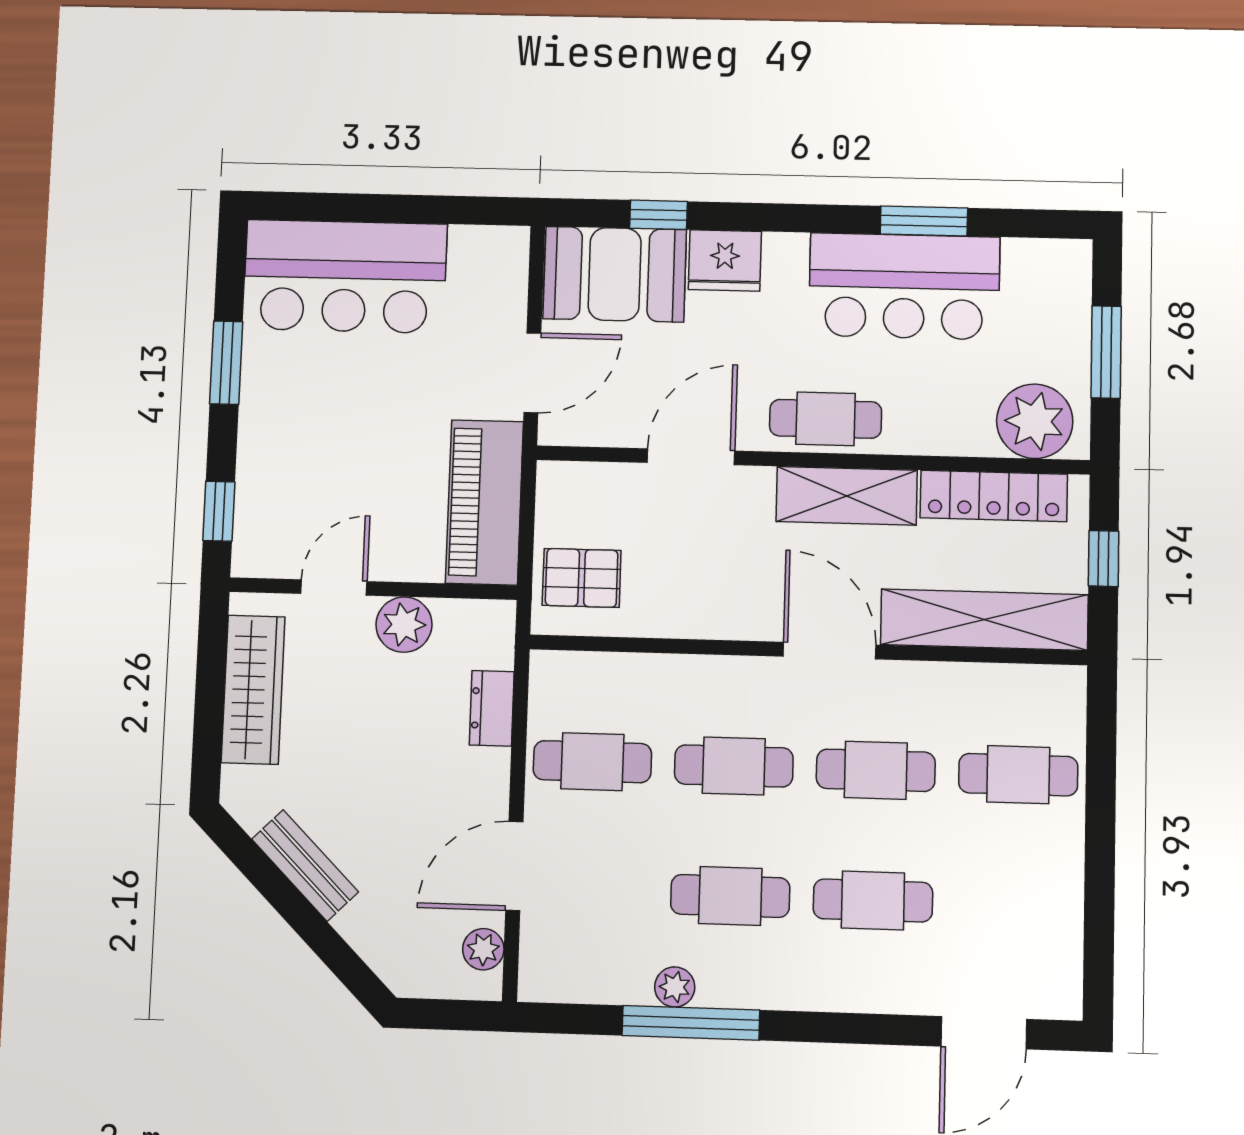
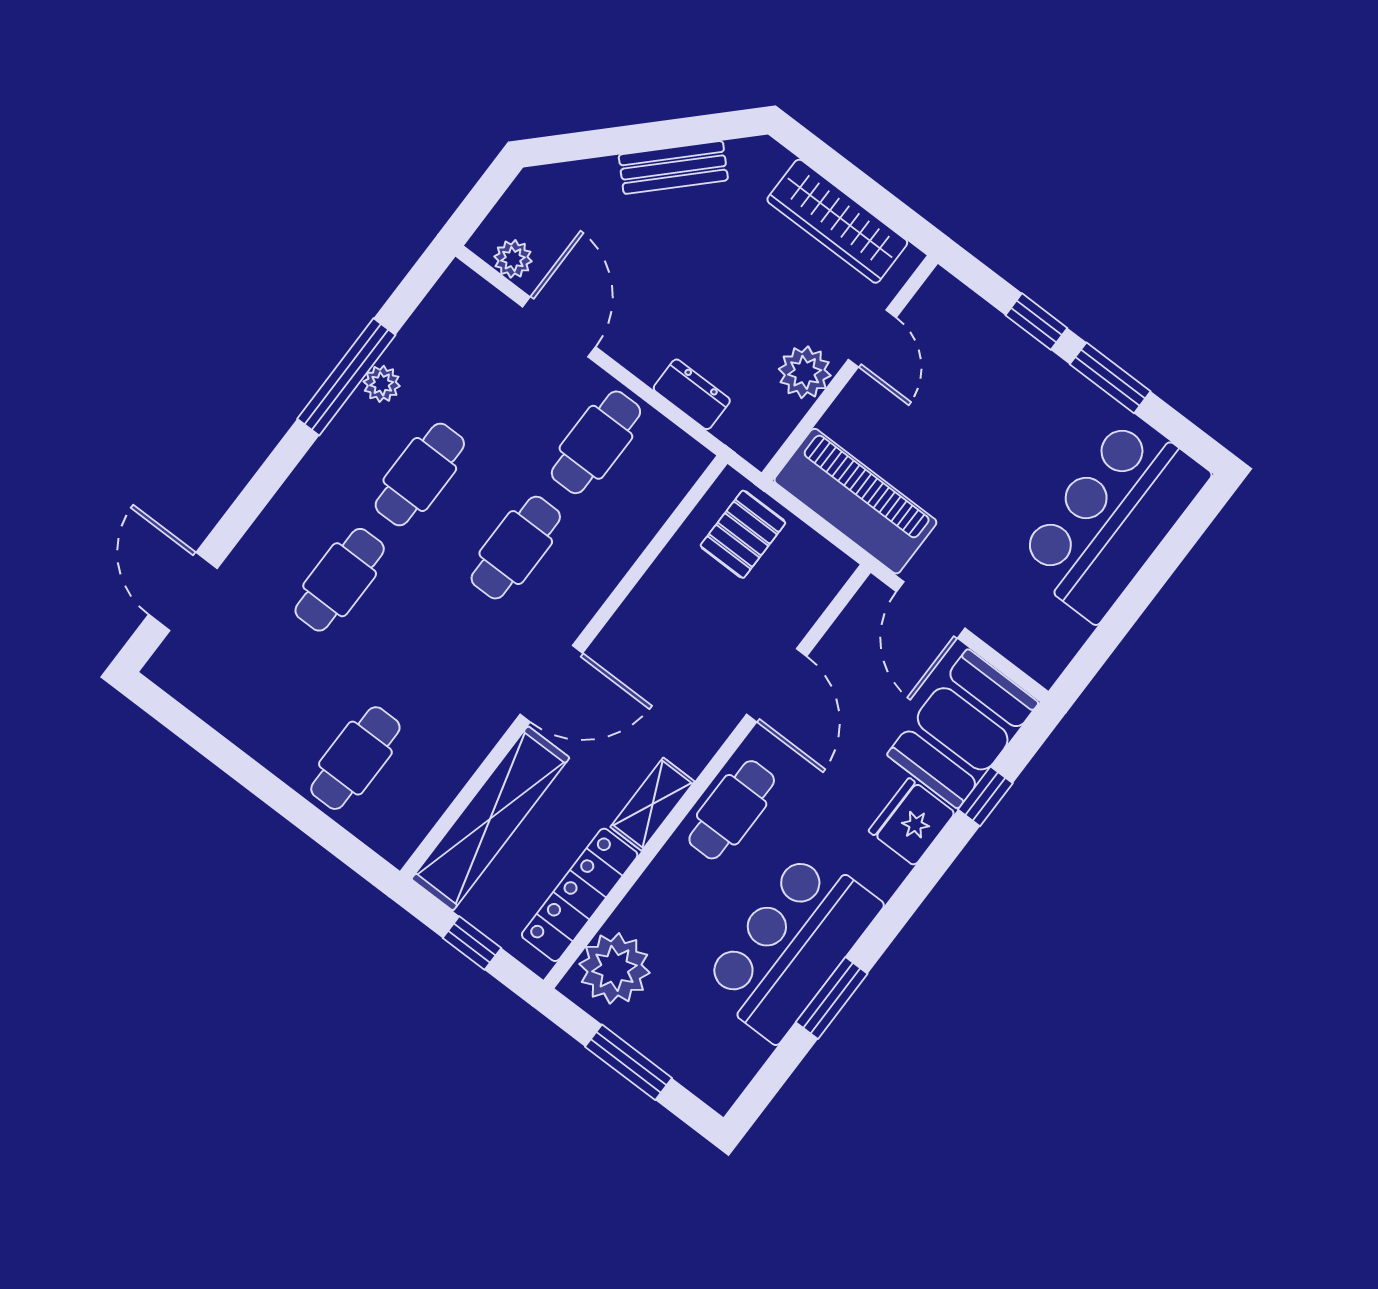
shelving: (847, 496) -> (652, 804), width x0.67, depth x0.75
window: (219, 511) -> (1036, 322), moved
cafe table: (876, 770) -> (436, 653), removed

